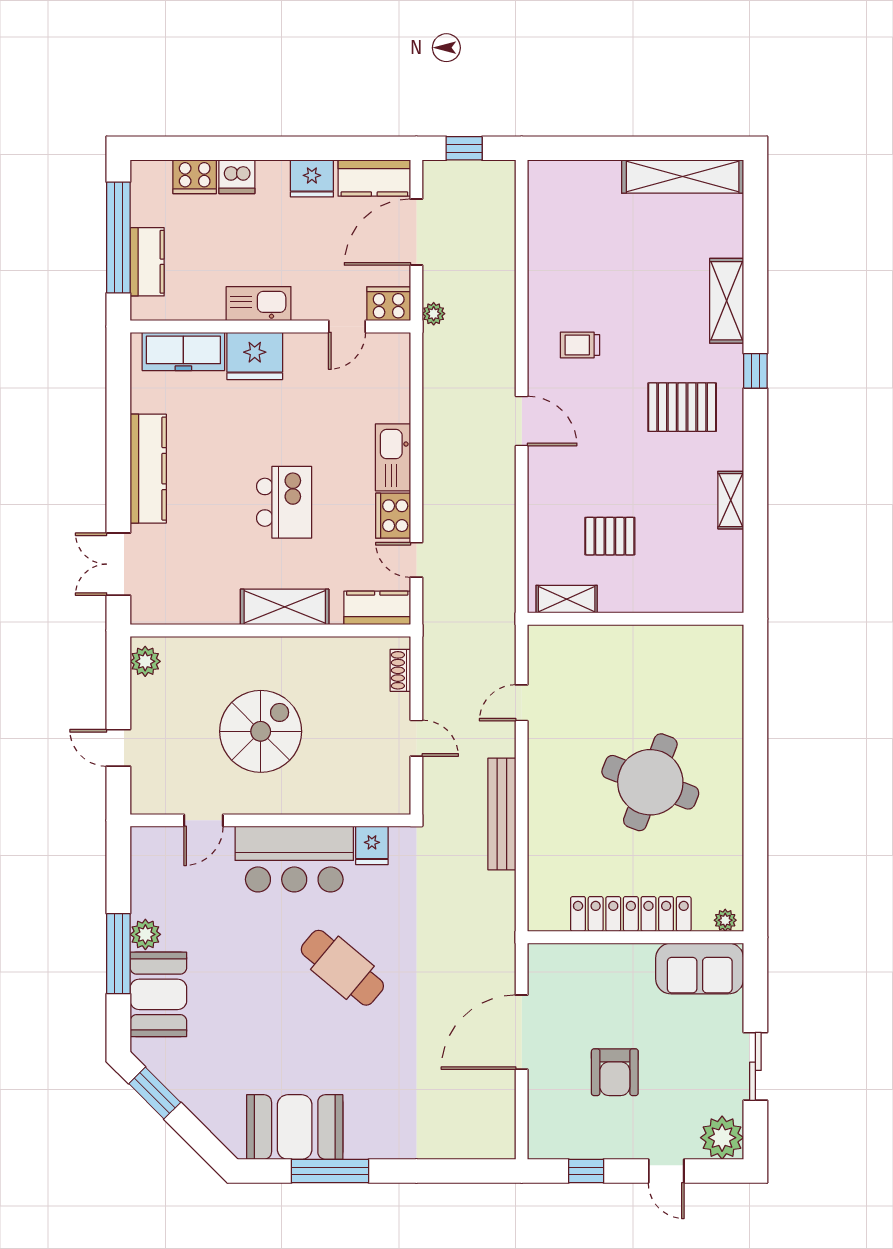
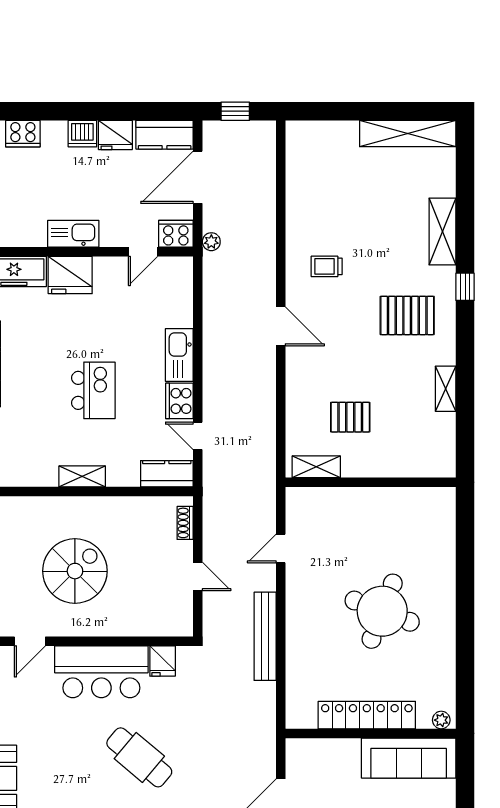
dishwasher: (237, 177) -> (82, 134), moved
shelving: (285, 607) -> (82, 476), width x0.67, depth x0.75
sofa: (700, 969) -> (409, 758), width x1.36

